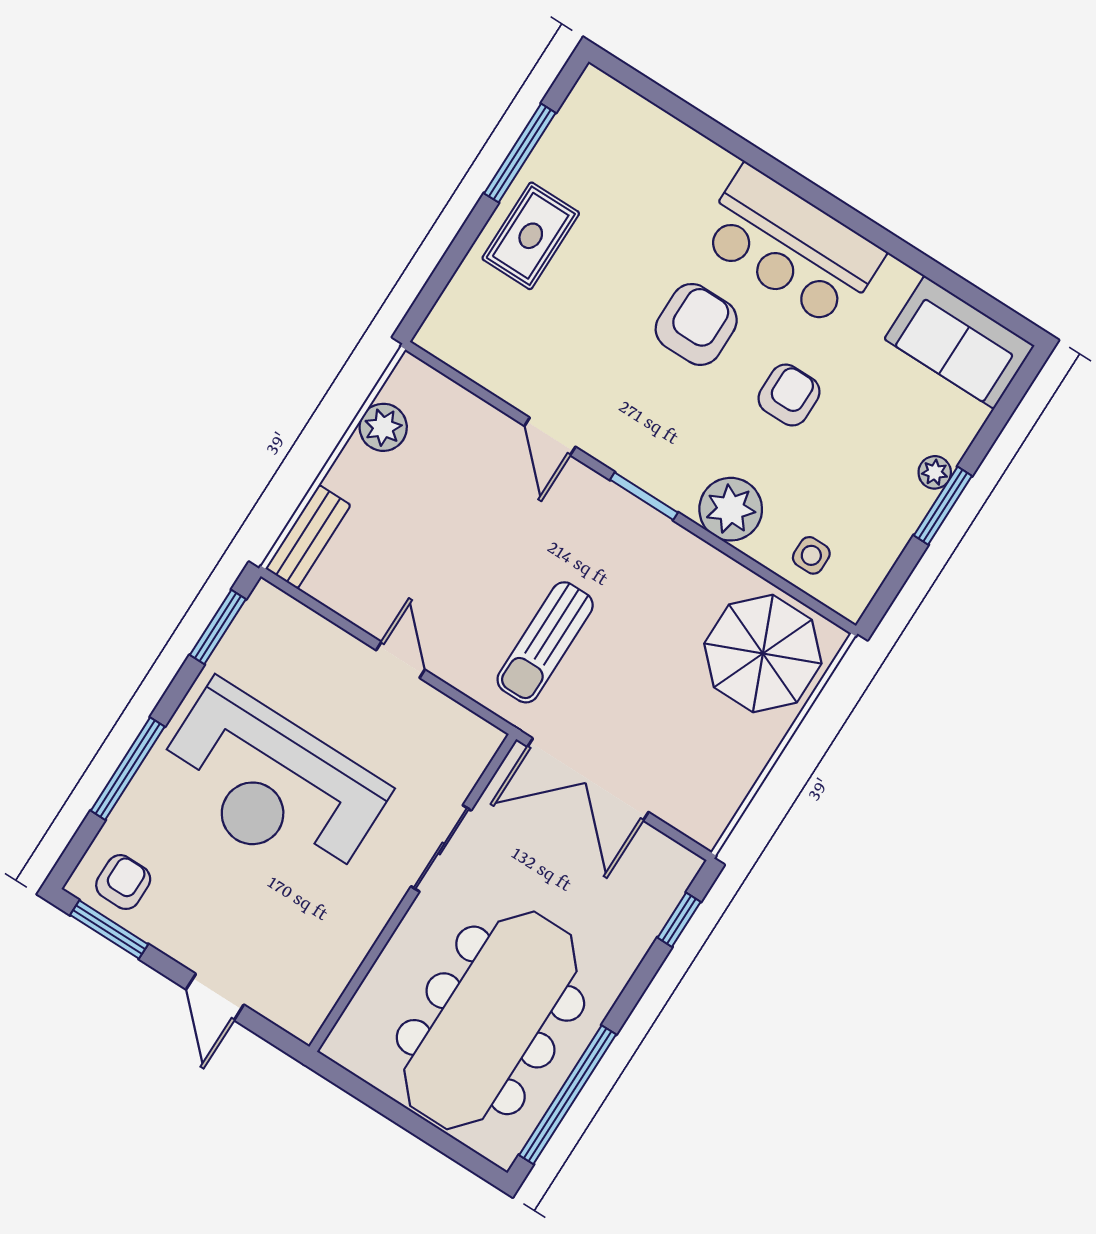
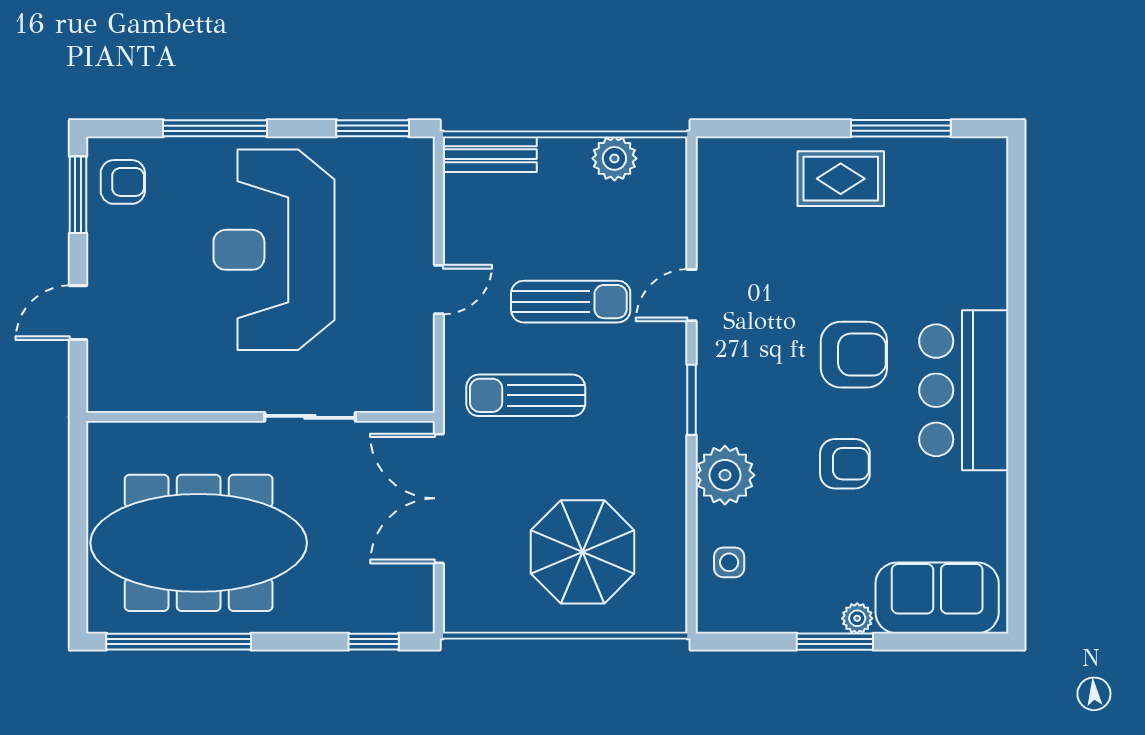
sofa: (959, 342) -> (937, 598), moved, turned 90
sun lounger: (487, 548) -> (571, 302), added
parasol: (763, 654) -> (583, 552), moved

